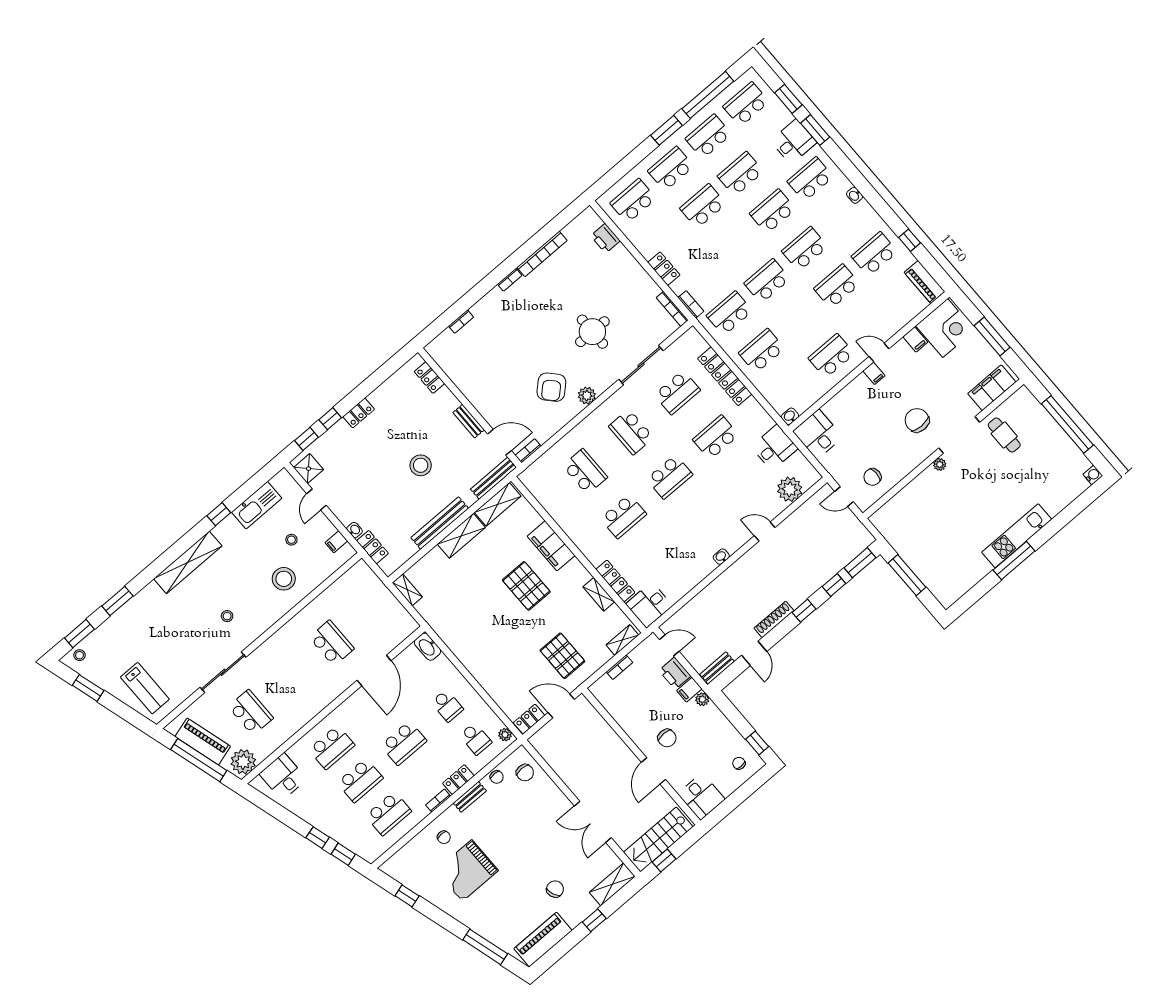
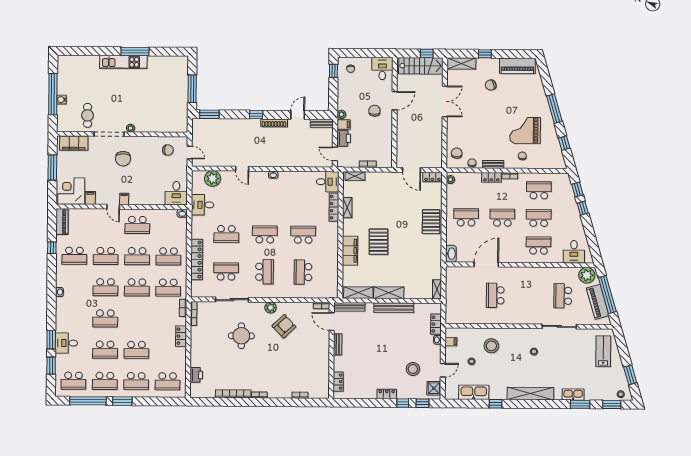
school desk: (810, 179) -> (137, 256), moved
stool: (421, 465) -> (413, 369), moved
water cooler: (1093, 475) -> (62, 100), moved
window: (834, 585) -> (231, 114), removed
kitchen sink: (136, 605) -> (573, 394), added
pallet: (562, 656) -> (431, 222), moved
school desk: (447, 706) -> (466, 217), width x1.85
school desk: (476, 739) -> (466, 190), removed
grand piano: (467, 871) -> (525, 130), turned 180
window: (485, 947) -> (554, 109), moved

